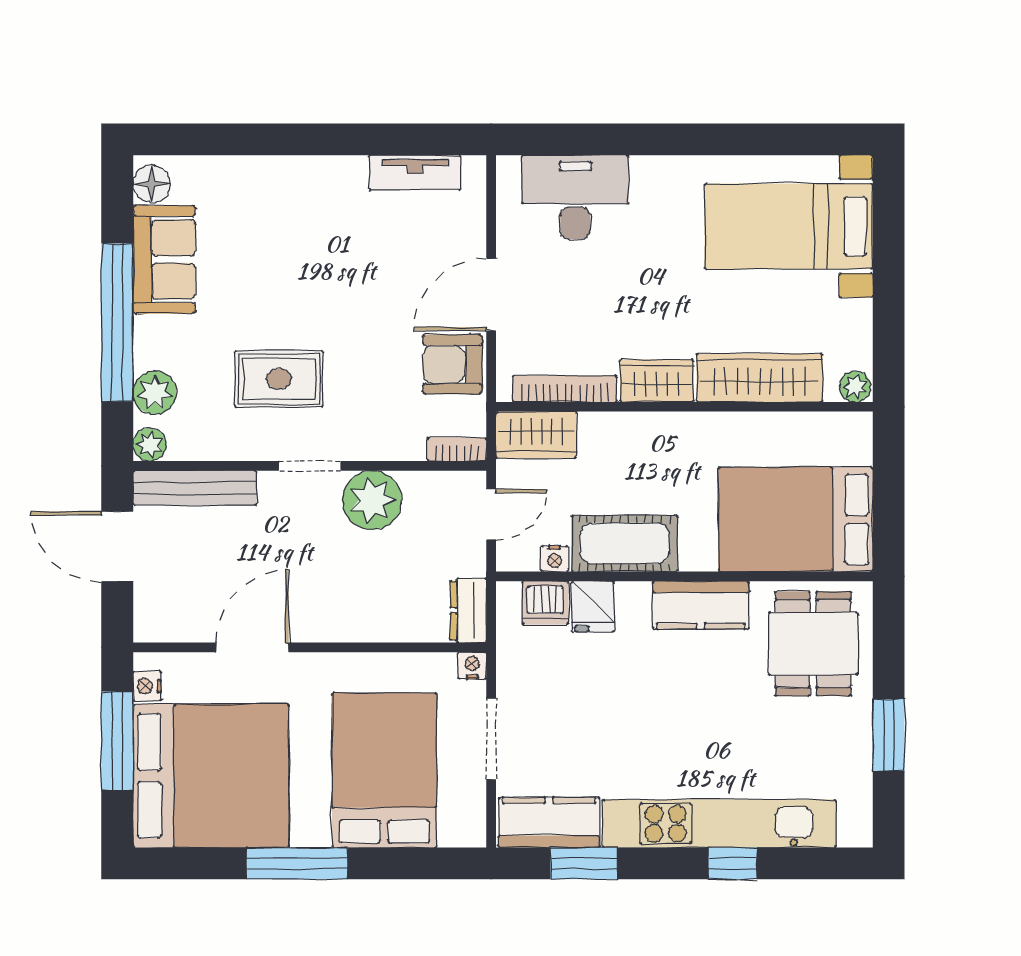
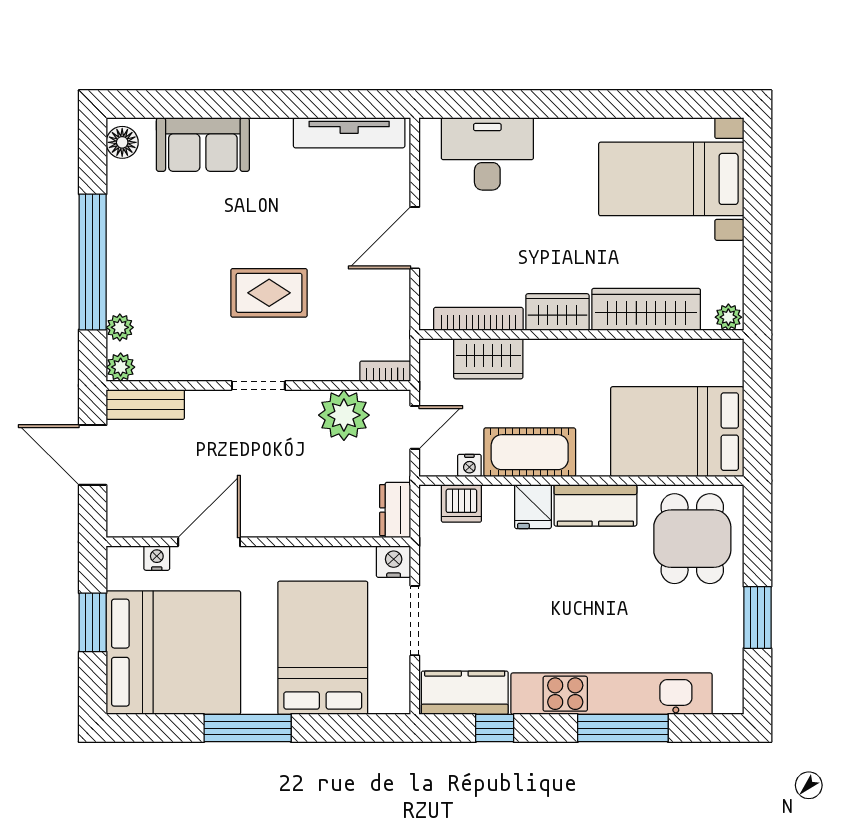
tv unit: (415, 173) -> (349, 133), width x1.41
sofa: (164, 260) -> (203, 145), moved, turned 90
armchair: (452, 364) -> (381, 298), removed
rug: (279, 379) -> (269, 293), moved
plant: (155, 393) -> (120, 327), width x0.73, depth x0.73
wardrobe: (536, 435) -> (488, 359), moved
bench: (195, 488) -> (145, 404), width x0.73
plant: (372, 500) -> (344, 415), moved
fridge: (593, 606) -> (533, 507), moved
nightstand: (472, 666) -> (394, 562), width x1.39, depth x1.35
nightstand: (147, 686) -> (157, 558), moved, turned 90
window: (117, 741) -> (93, 622), width x0.69
window: (584, 863) -> (495, 728), width x0.67
window: (733, 863) -> (623, 728), width x2.17

